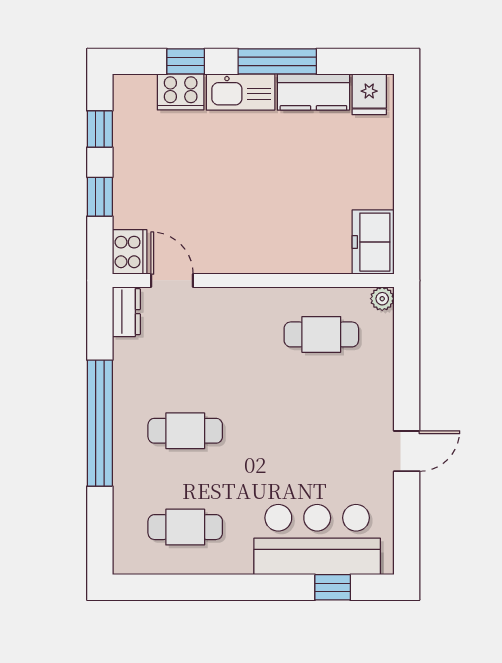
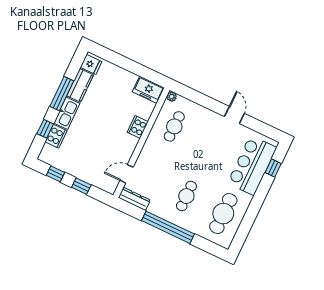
cooker: (130, 252) -> (138, 127), moved, turned -90
dresser: (126, 312) -> (134, 199), width x1.44
cafe table: (185, 527) -> (223, 214), width x1.37, depth x1.35

